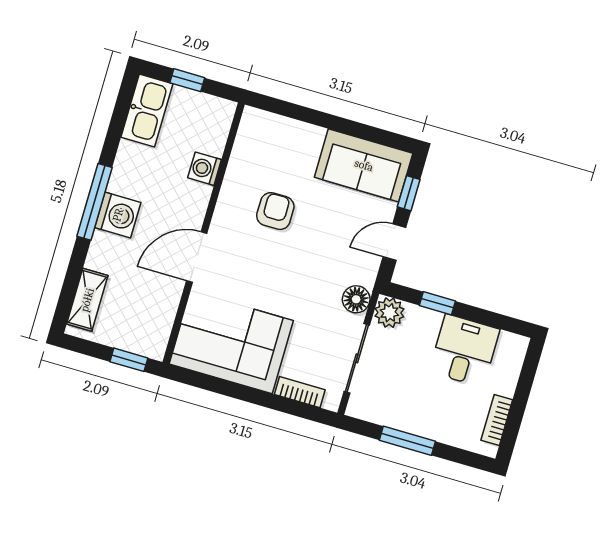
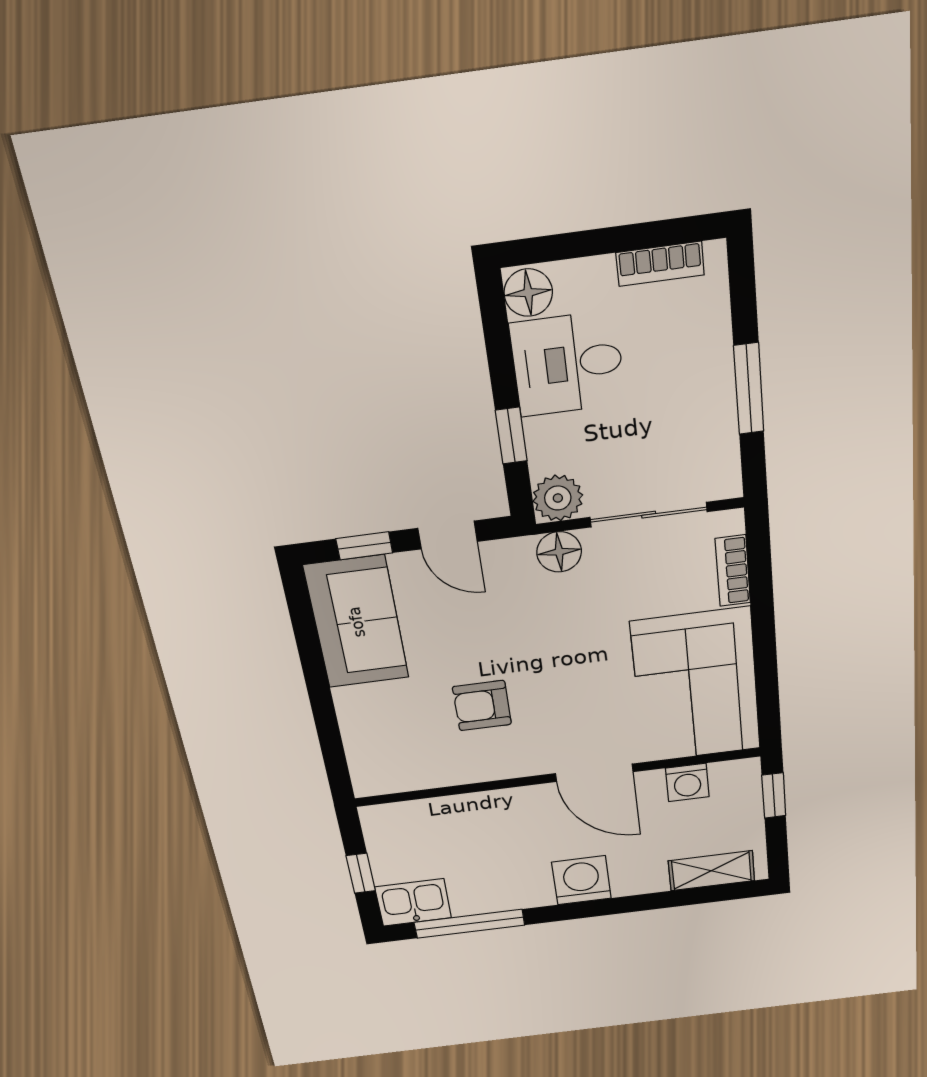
kitchen sink: (147, 110) -> (413, 902), width x0.73
washing machine: (205, 169) -> (687, 782), moved
window: (95, 202) -> (469, 924), moved
floor lamp: (512, 346) -> (528, 293), added

